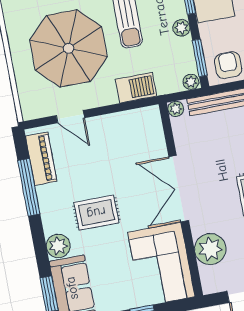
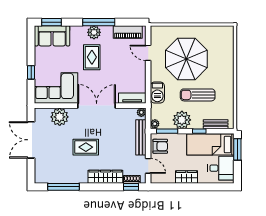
plant: (181, 28) -> (182, 120), width x1.88, depth x1.88
door: (70, 117) -> (148, 53), hinge flipped
tv unit: (154, 129) -> (132, 98), added
window: (29, 187) -> (99, 22), moved
plant: (58, 246) -> (94, 32), moved

